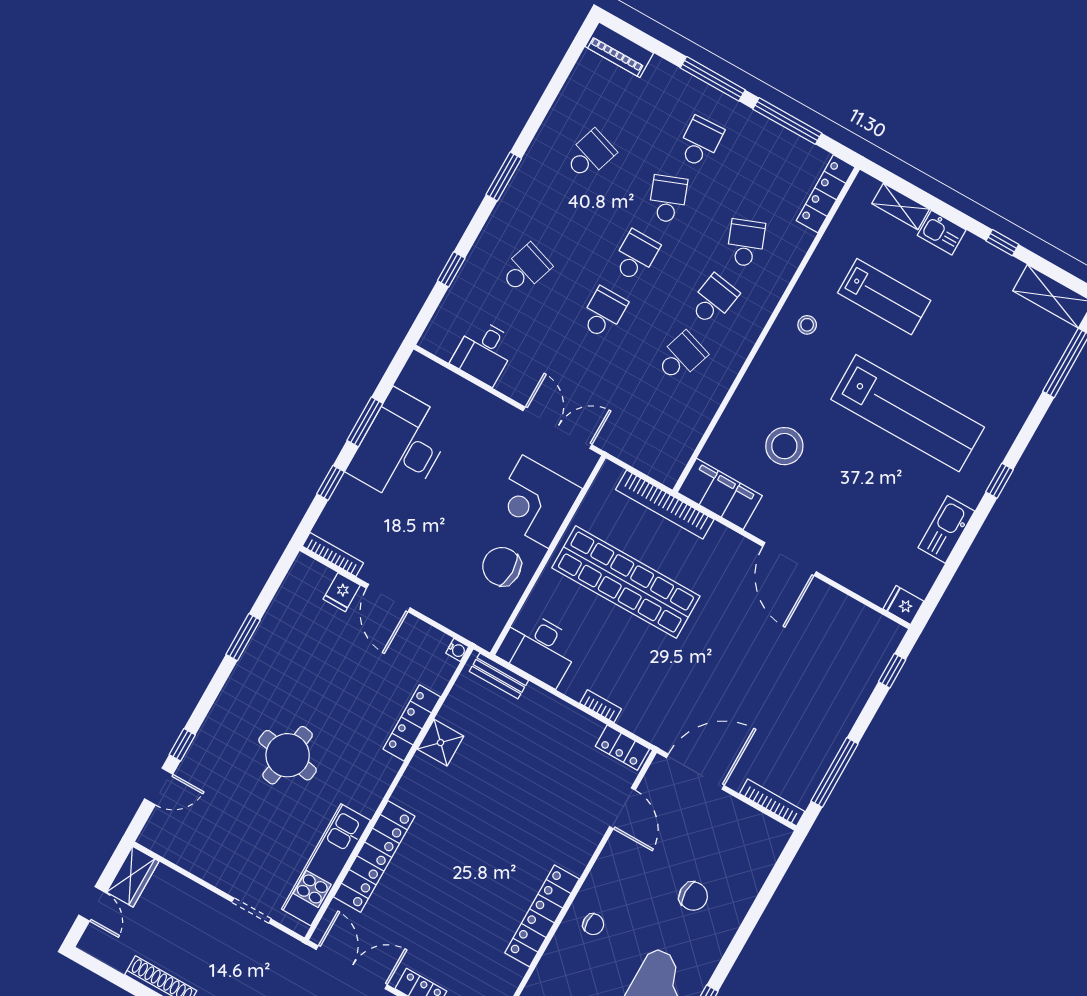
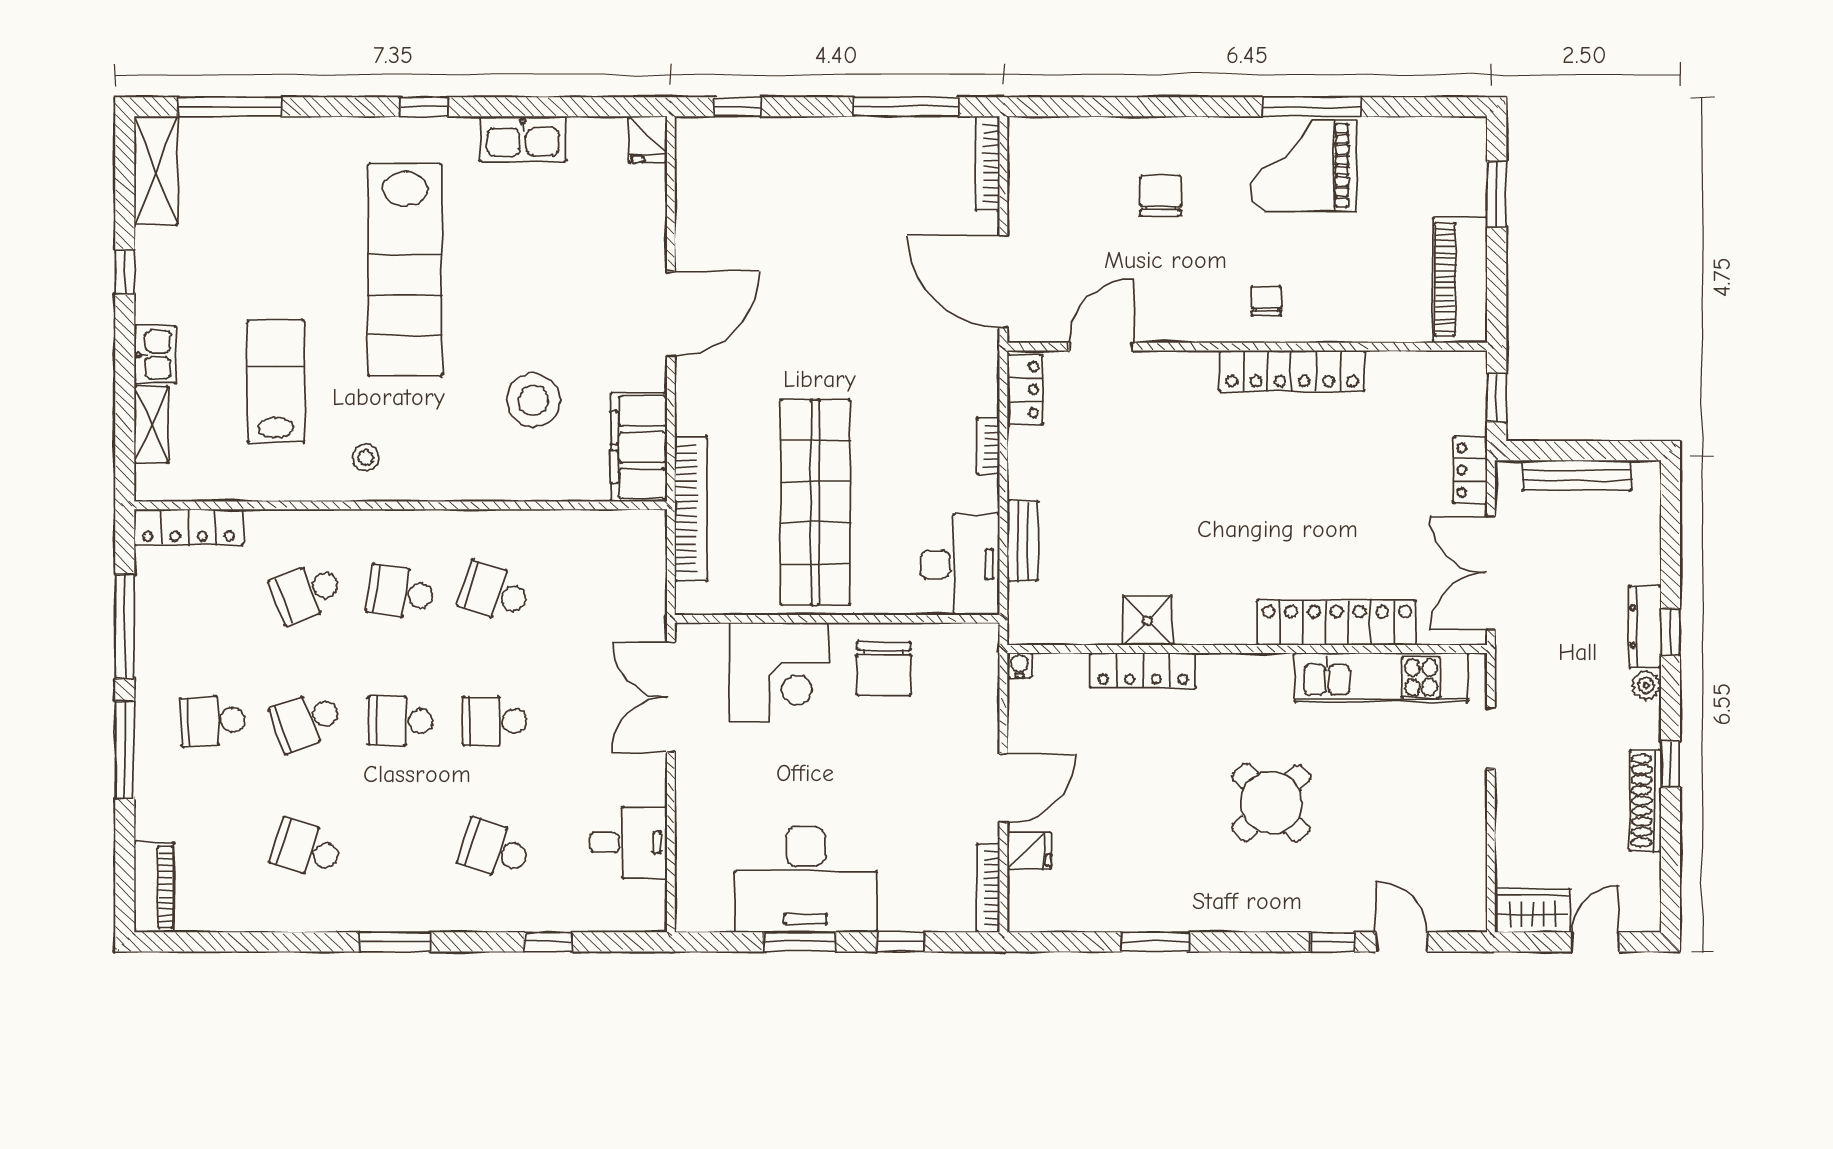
lab bench: (908, 413) -> (405, 270), turned 180
bench: (499, 676) -> (1023, 541), moved
round table: (288, 755) -> (1271, 803), turned 37

